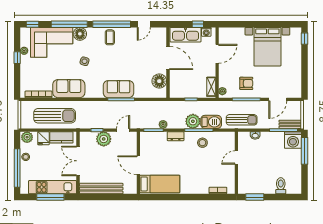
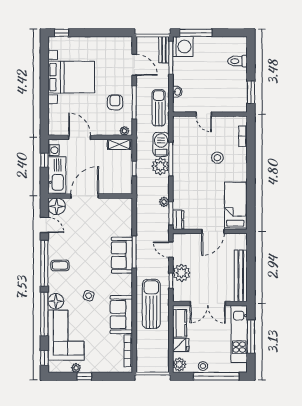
floor lamp: (159, 81) -> (57, 206), moved
sun lounger: (55, 116) -> (151, 304), moved
dresser: (176, 136) -> (178, 220), moved
stool: (202, 143) -> (217, 158), moved

